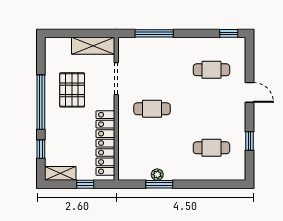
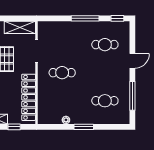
window: (154, 33) -> (85, 18), moved
door: (250, 92) -> (132, 61), hinge flipped
window: (250, 141) -> (132, 96), width x2.17
window: (159, 184) -> (84, 127), moved

